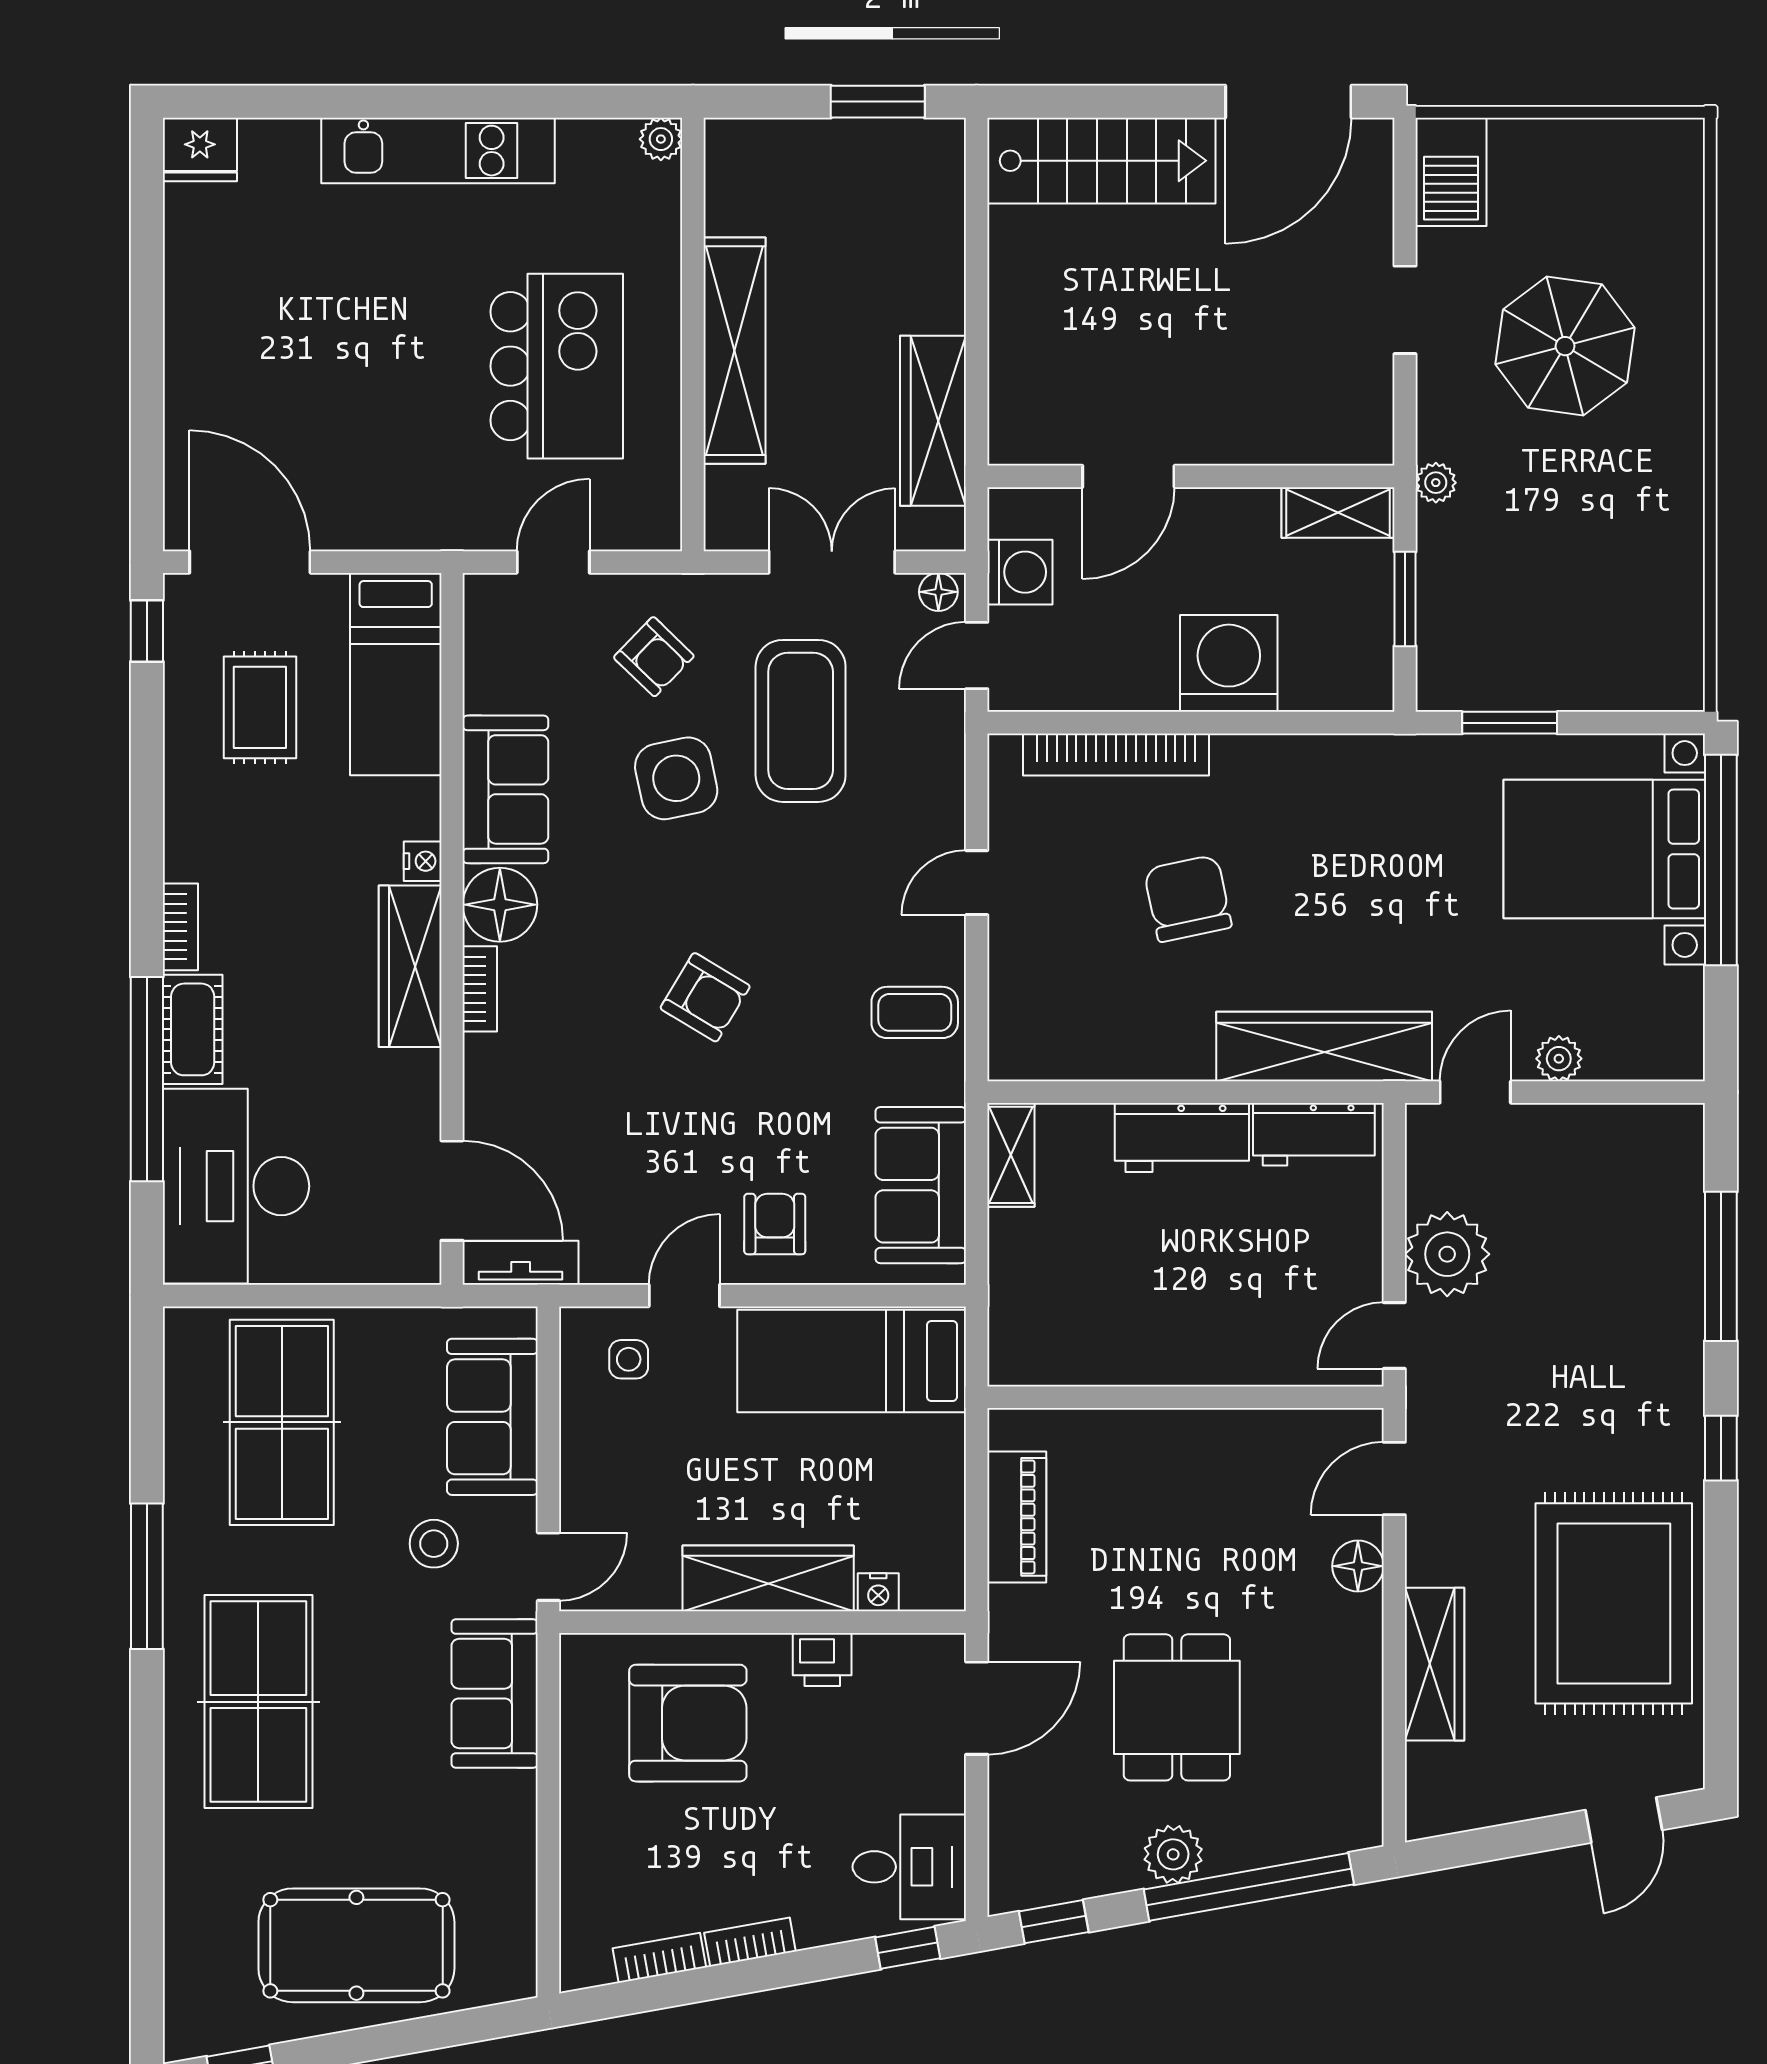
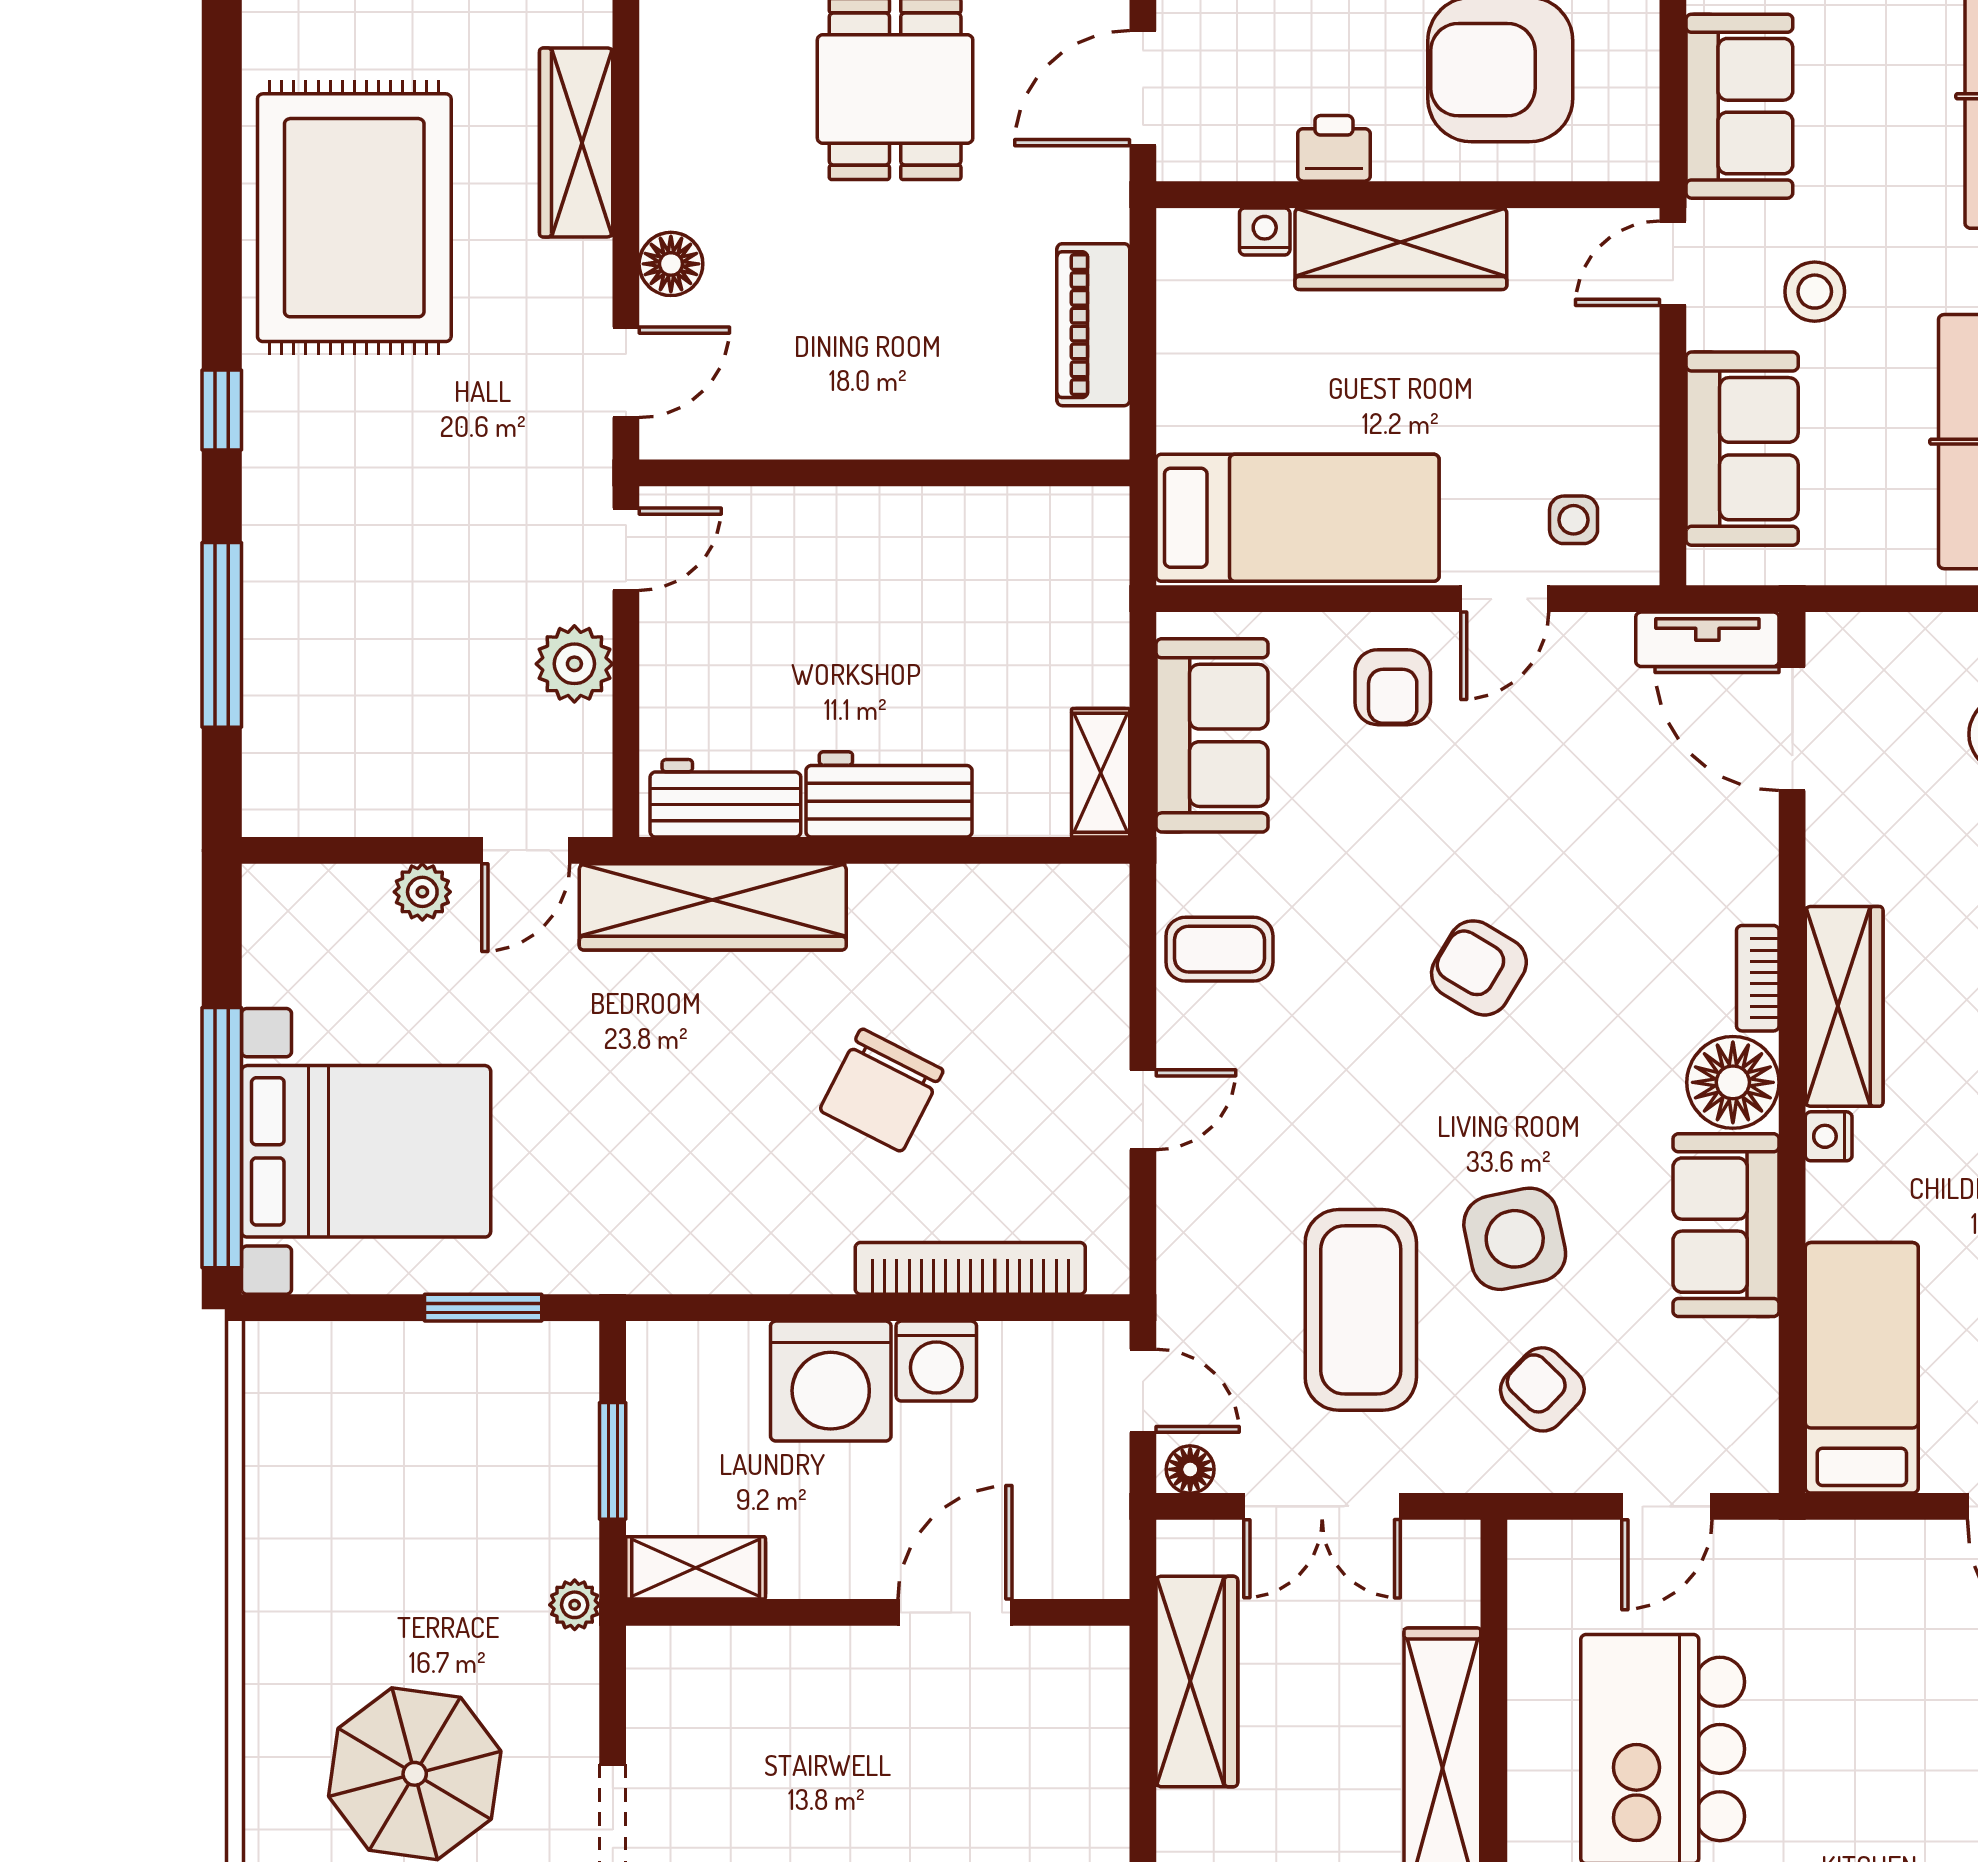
washing machine: (1020, 572) -> (936, 1361), moved, turned -90
door: (977, 656) -> (1143, 1391), hinge flipped
chair: (1188, 898) -> (882, 1090), turned 39
plant: (1447, 1254) -> (574, 664), width x0.73, depth x0.73

